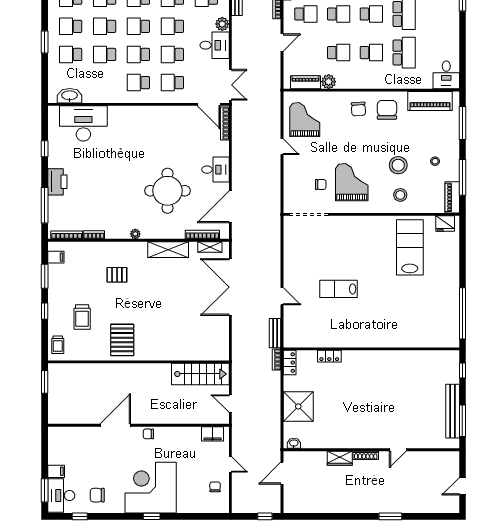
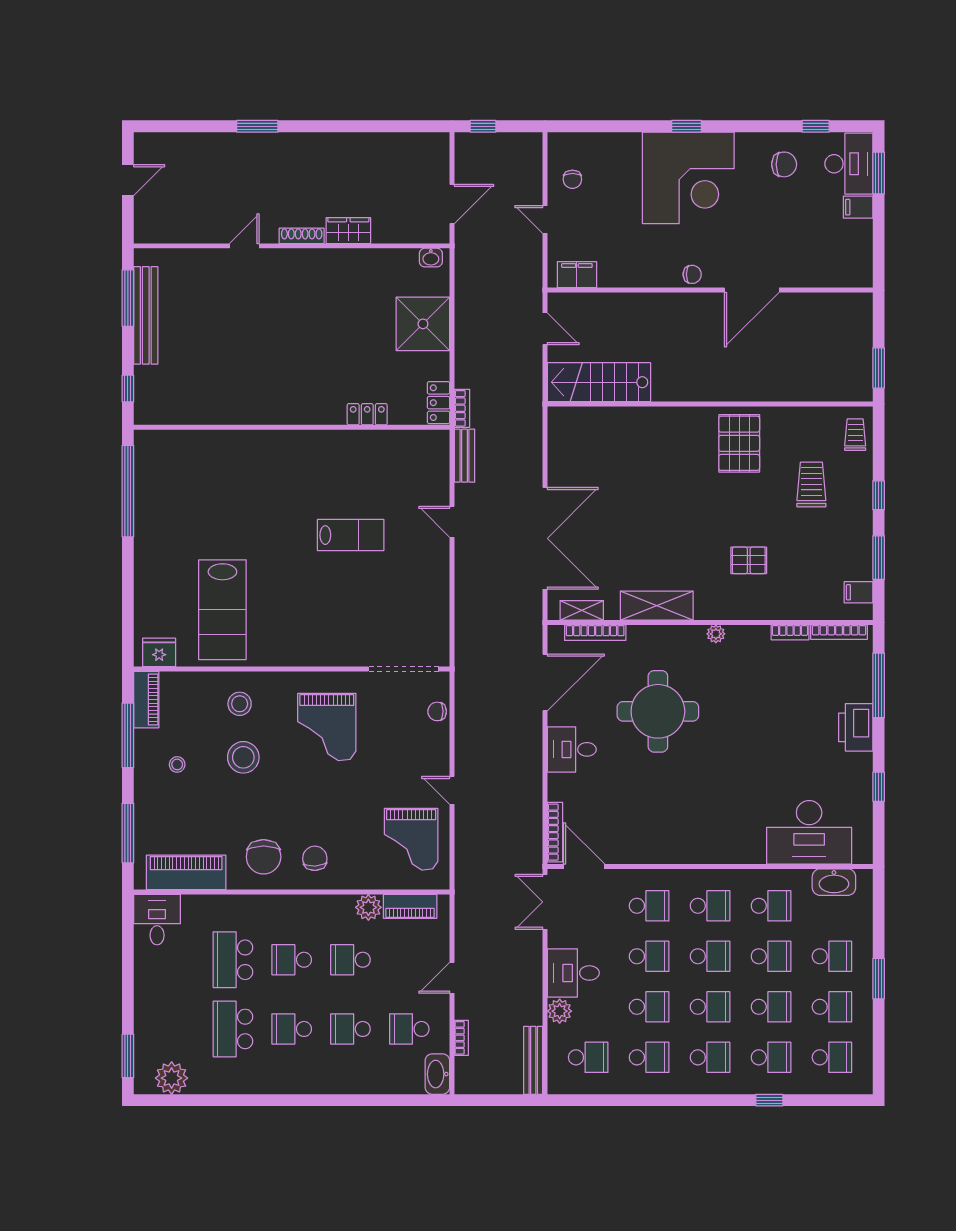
school desk: (105, 83) -> (771, 906), added
chair: (321, 184) -> (437, 711), moved

